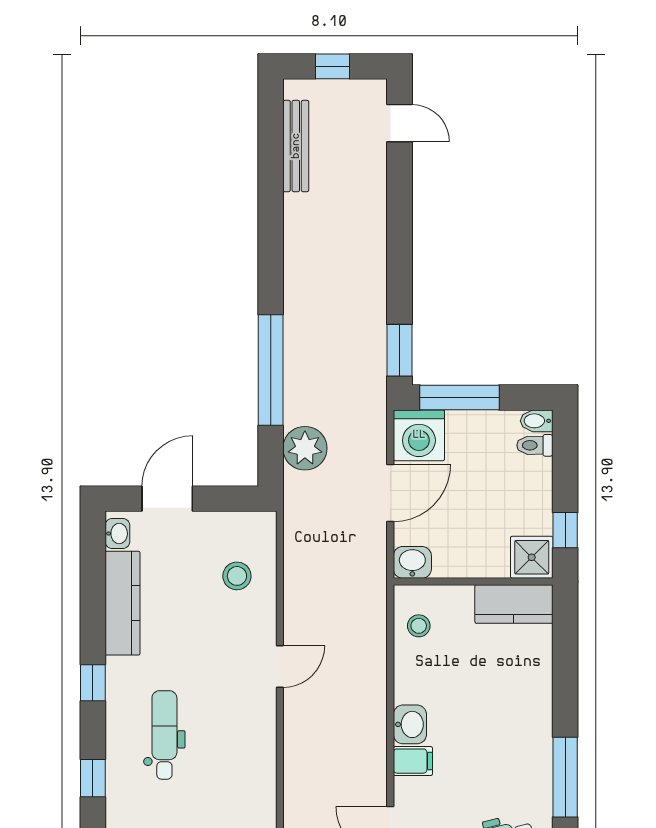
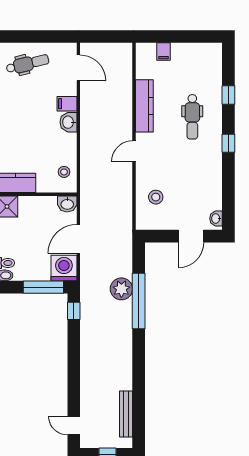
window: (400, 350) -> (74, 311), width x0.67
plant: (305, 448) -> (121, 289), moved
kitchen counter: (122, 603) -> (144, 106), moved, turned 180

